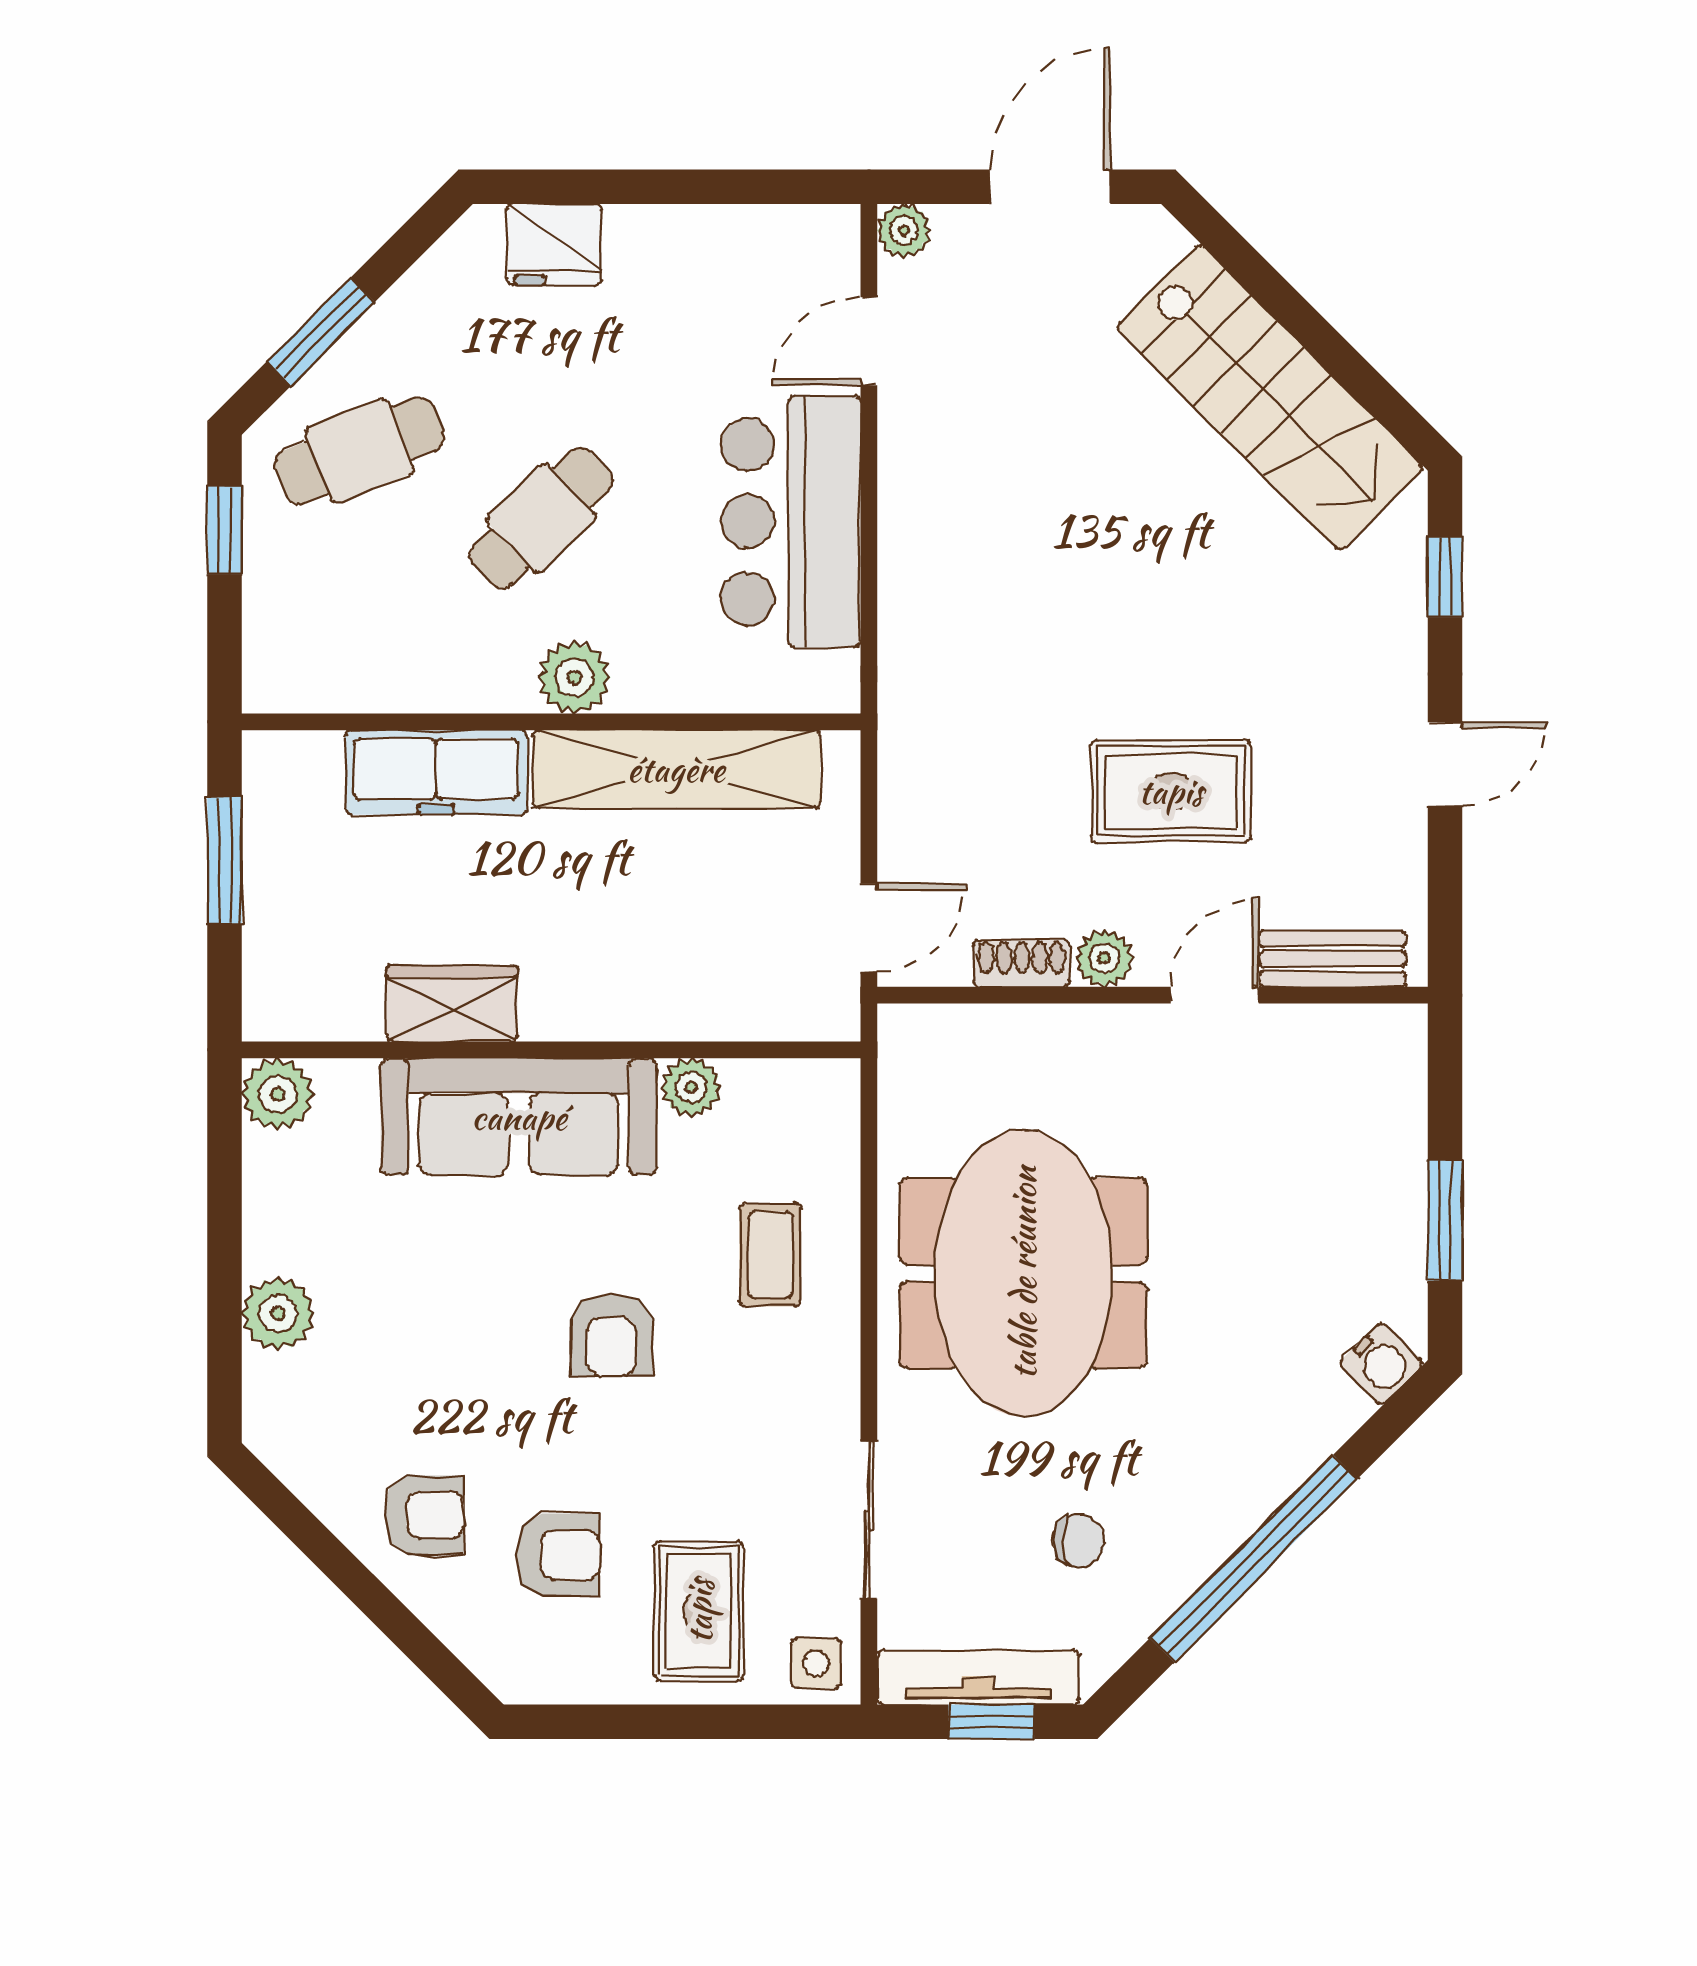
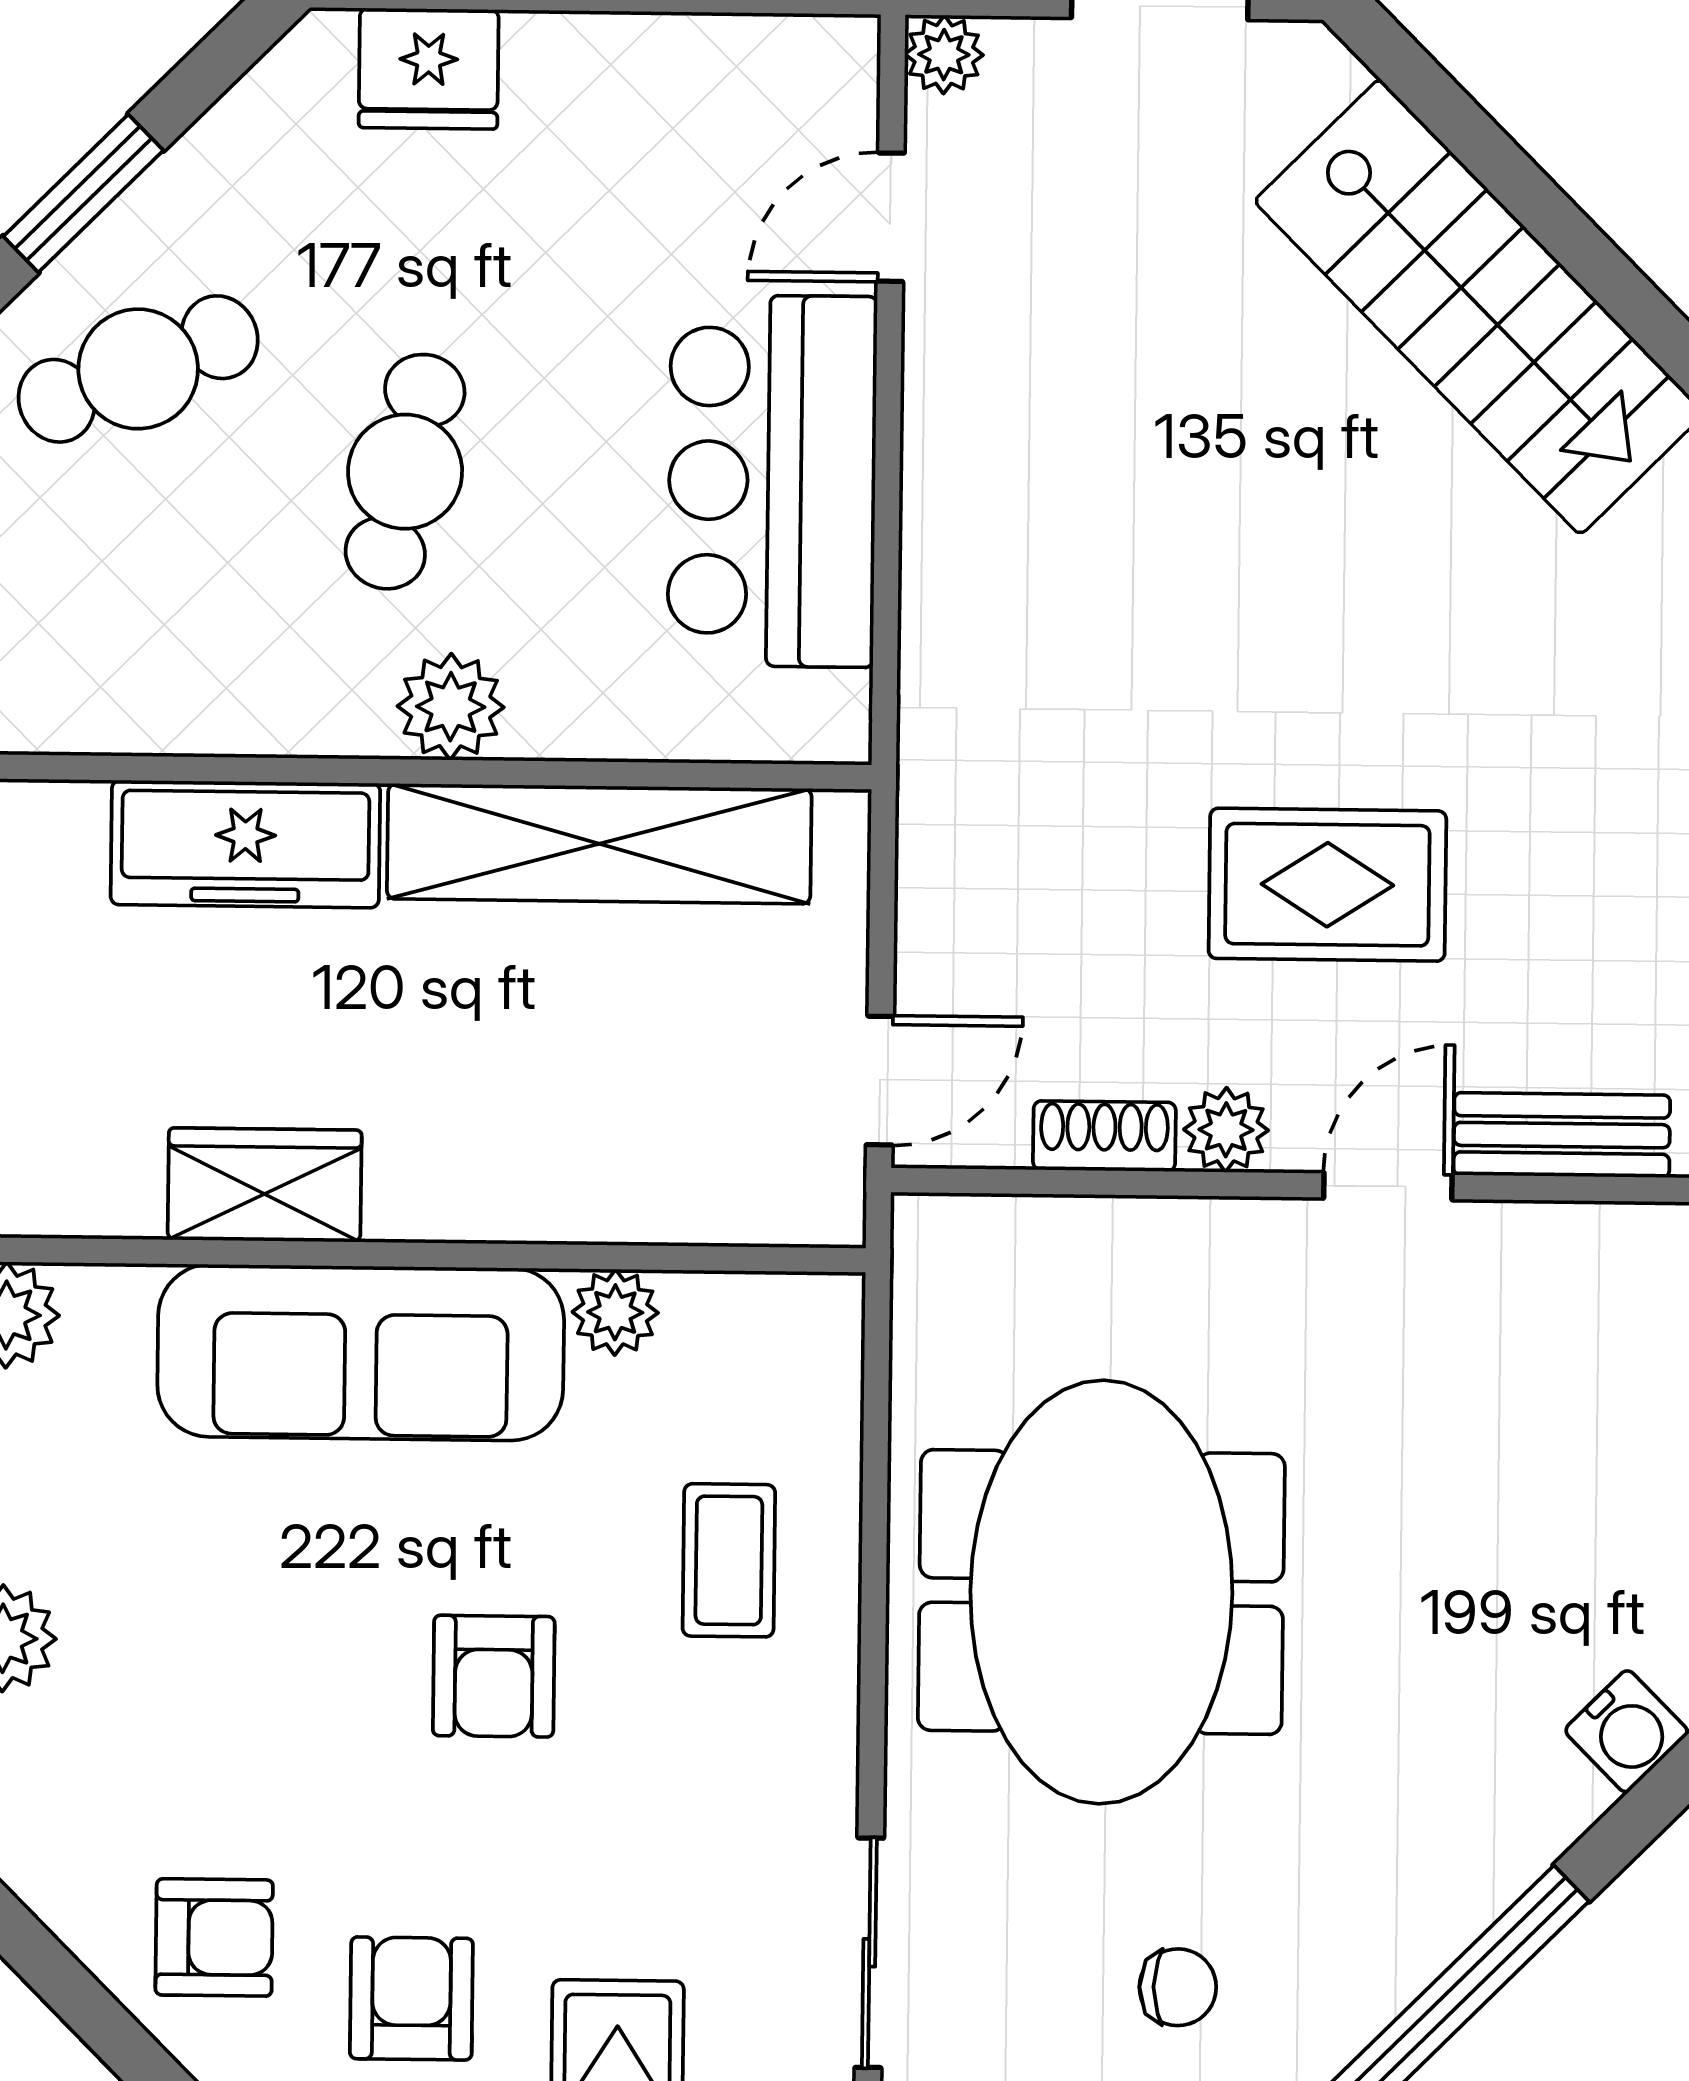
cafe table: (541, 518) -> (405, 472), turned -33
armchair: (558, 1555) -> (411, 1998), turned -90

